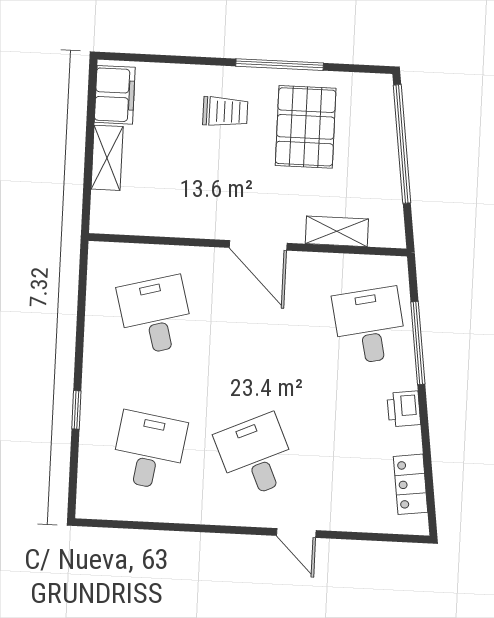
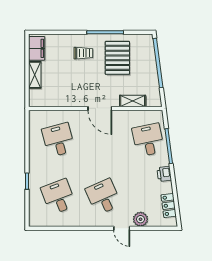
desk: (149, 451) -> (58, 197), turned -30
plant: (342, 514) -> (141, 219), added

